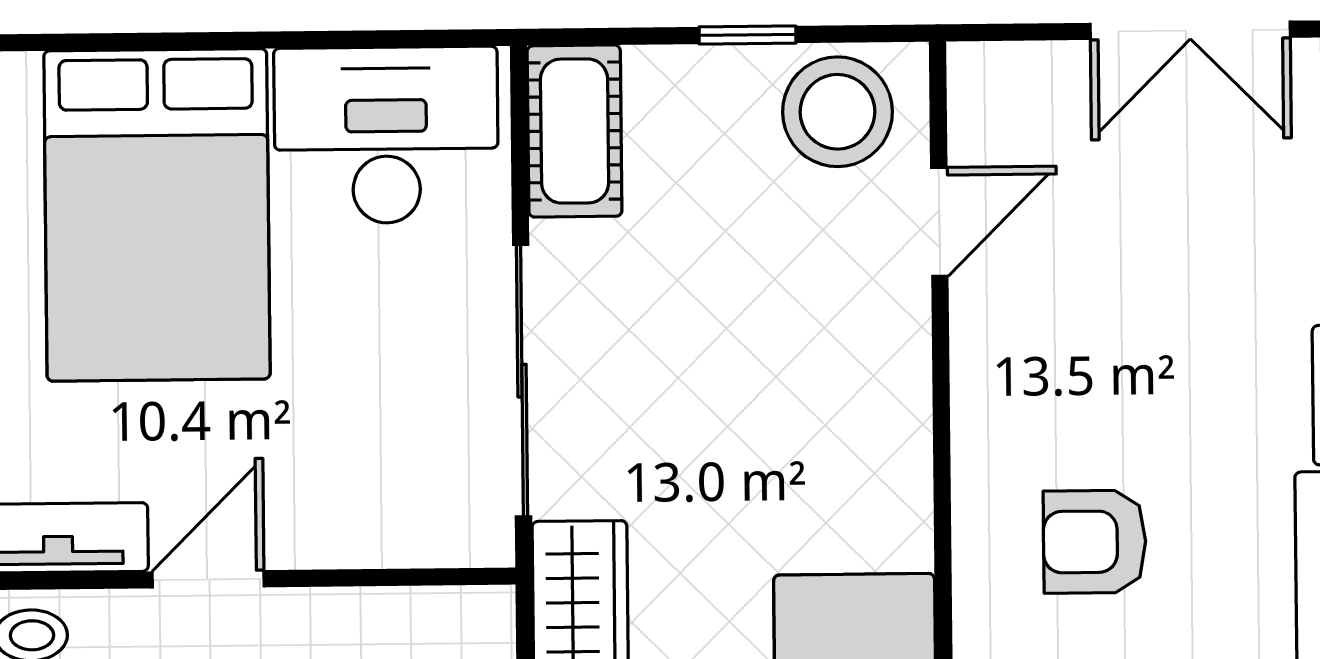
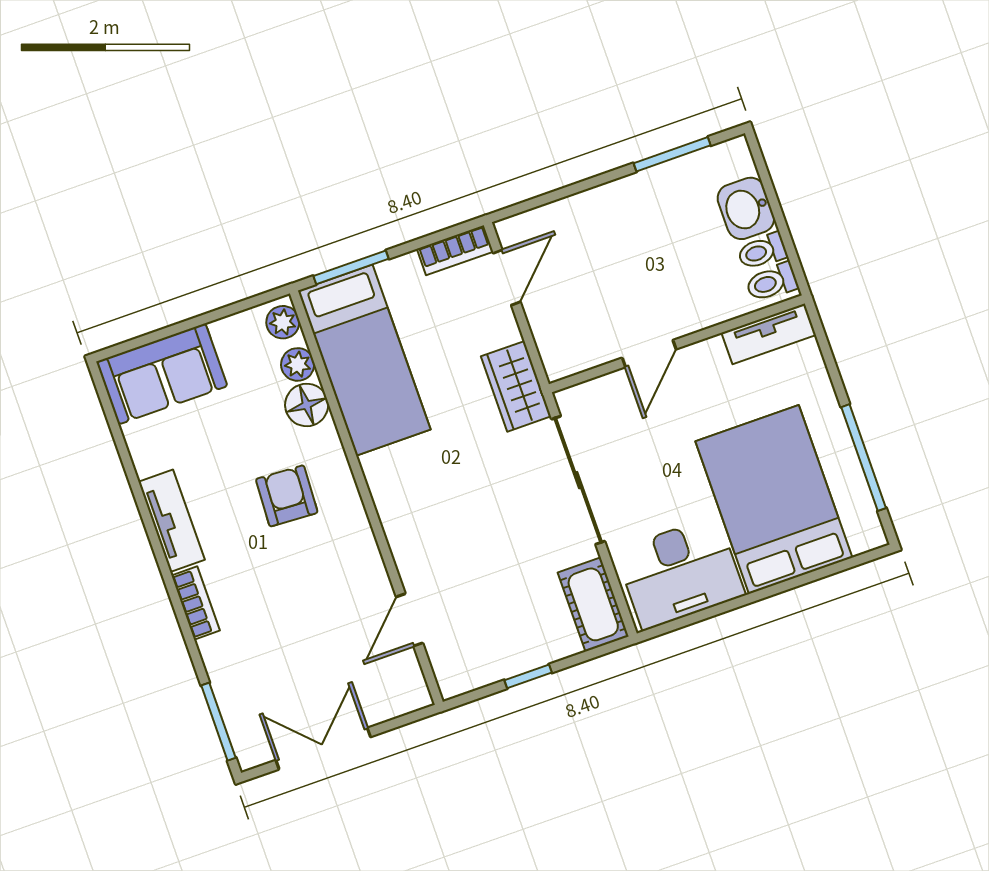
stool: (837, 112) -> (474, 655), removed
armchair: (1095, 542) -> (287, 496), turned -87
door: (208, 579) -> (649, 354), moved

